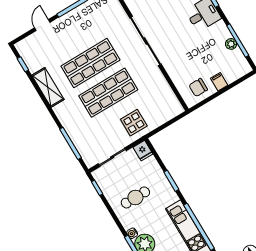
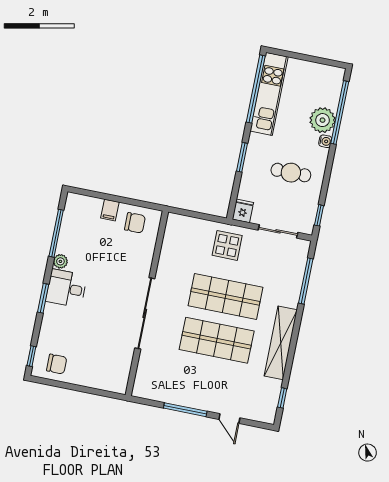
door: (42, 25) -> (229, 419), hinge flipped
plant: (231, 44) -> (60, 261), moved
shelving: (48, 87) -> (281, 343), width x1.47

